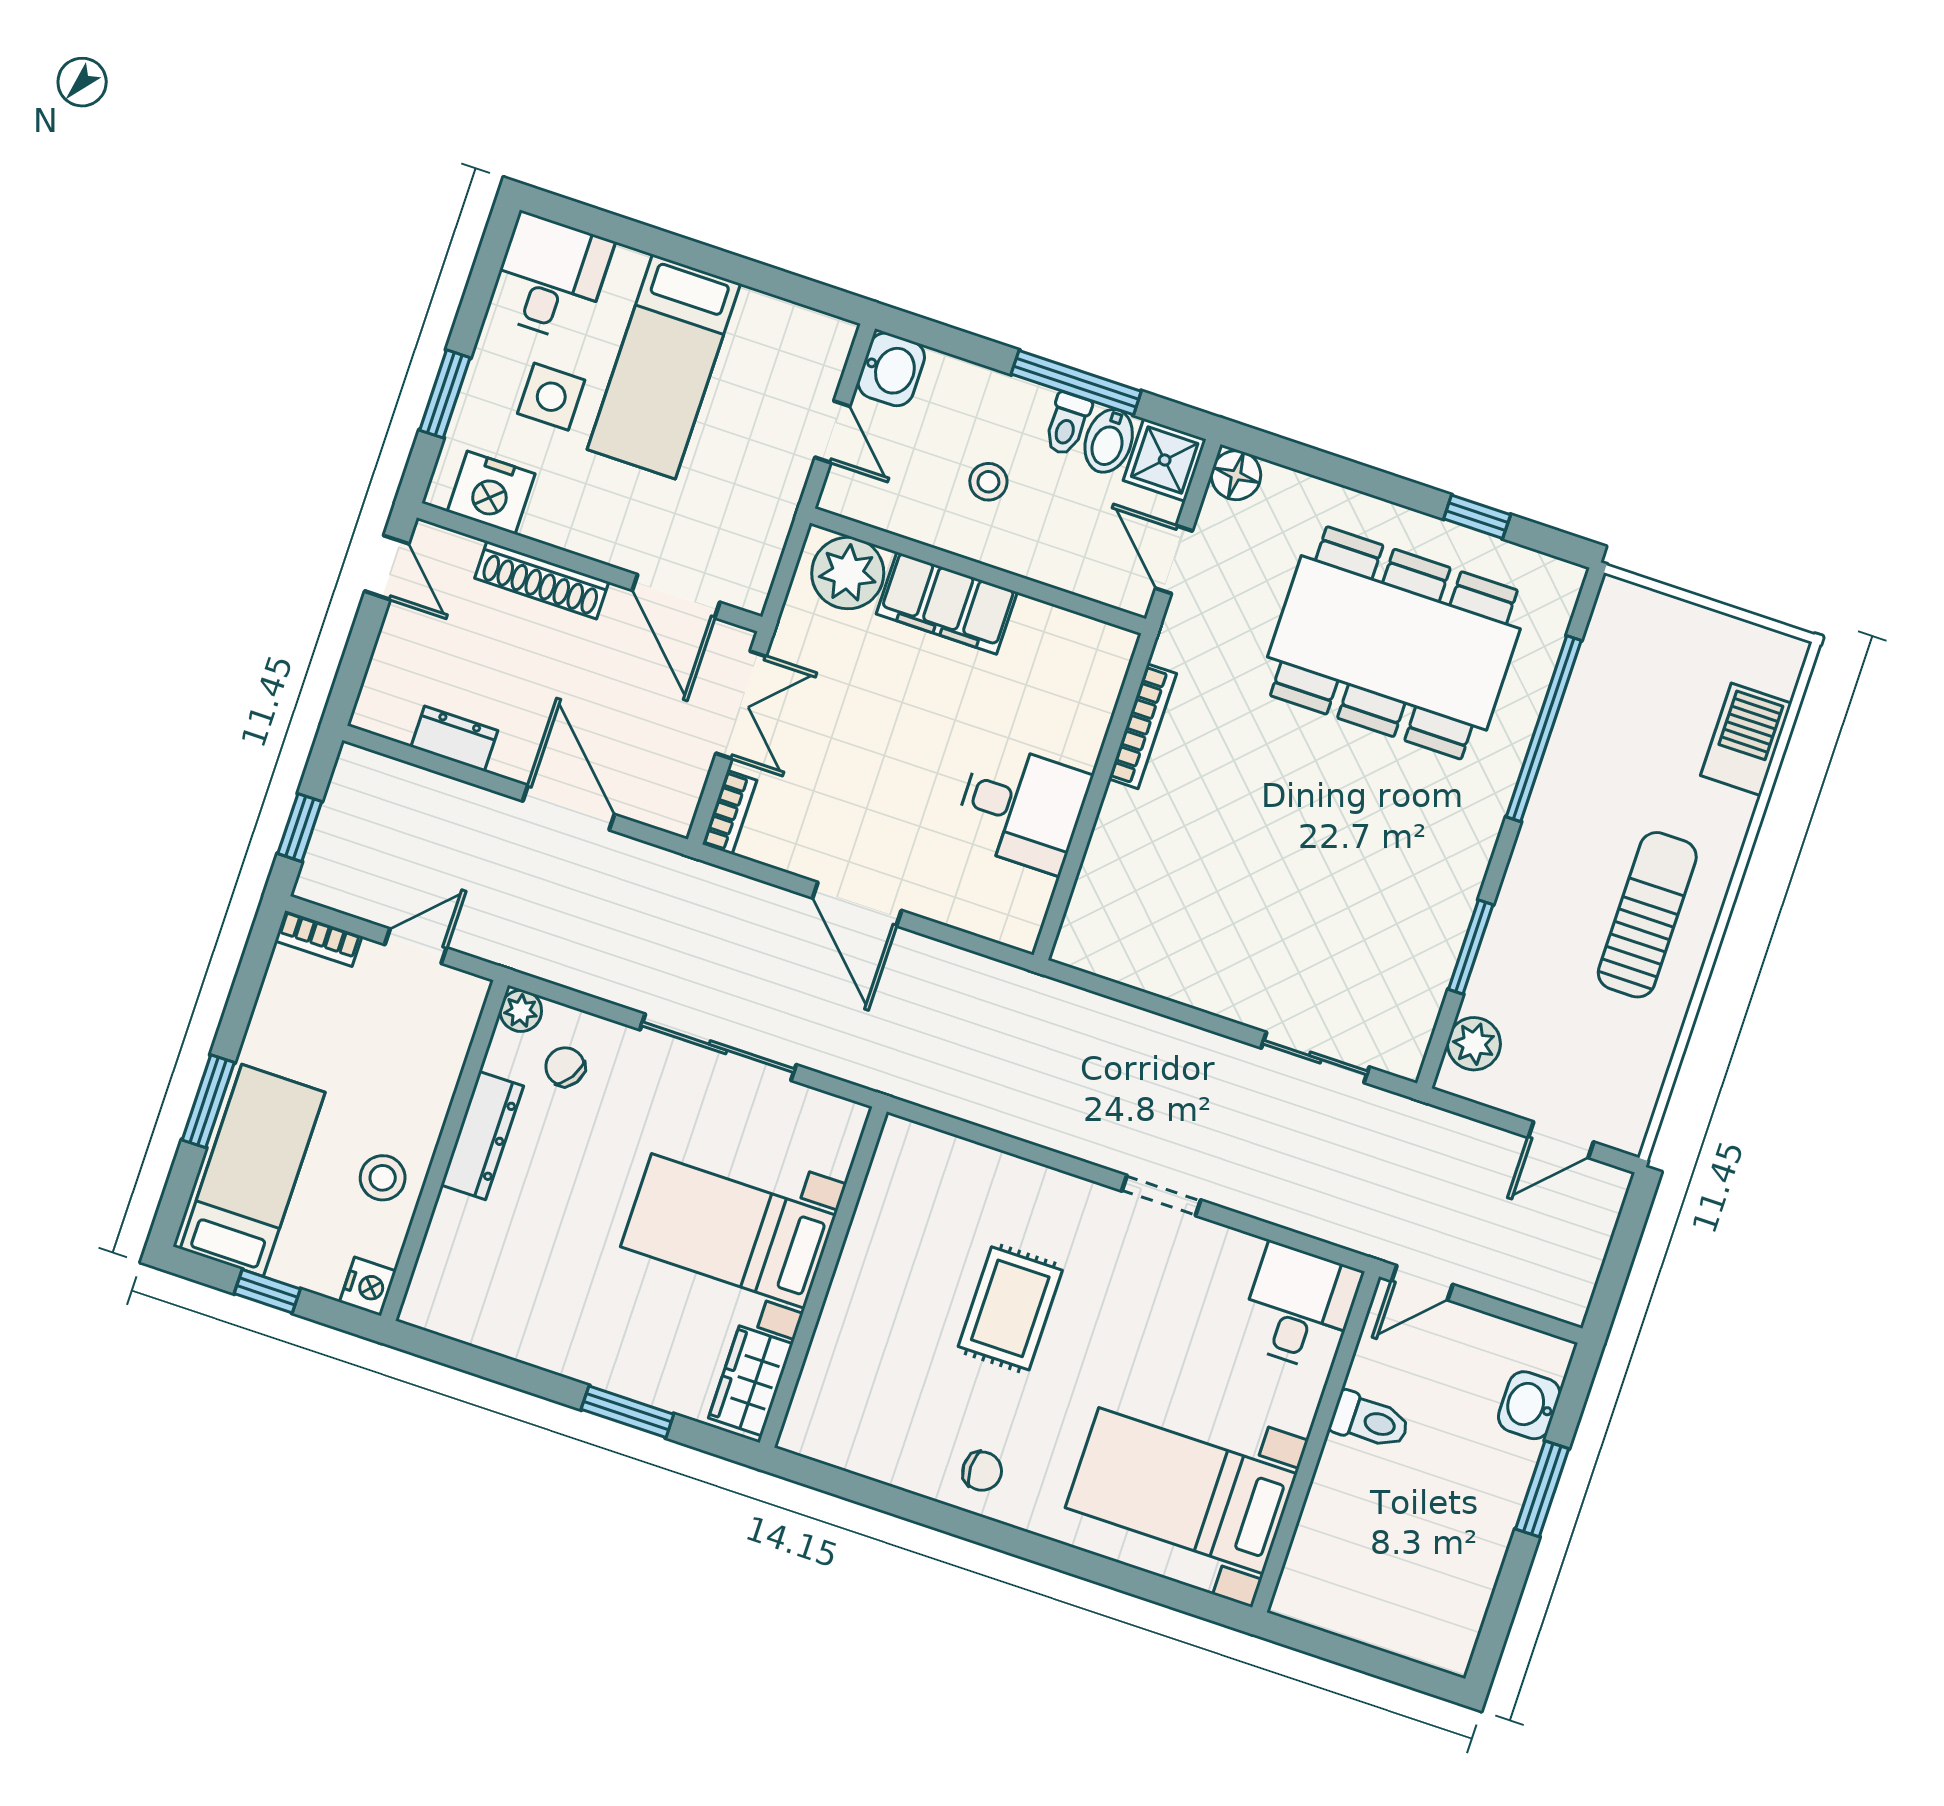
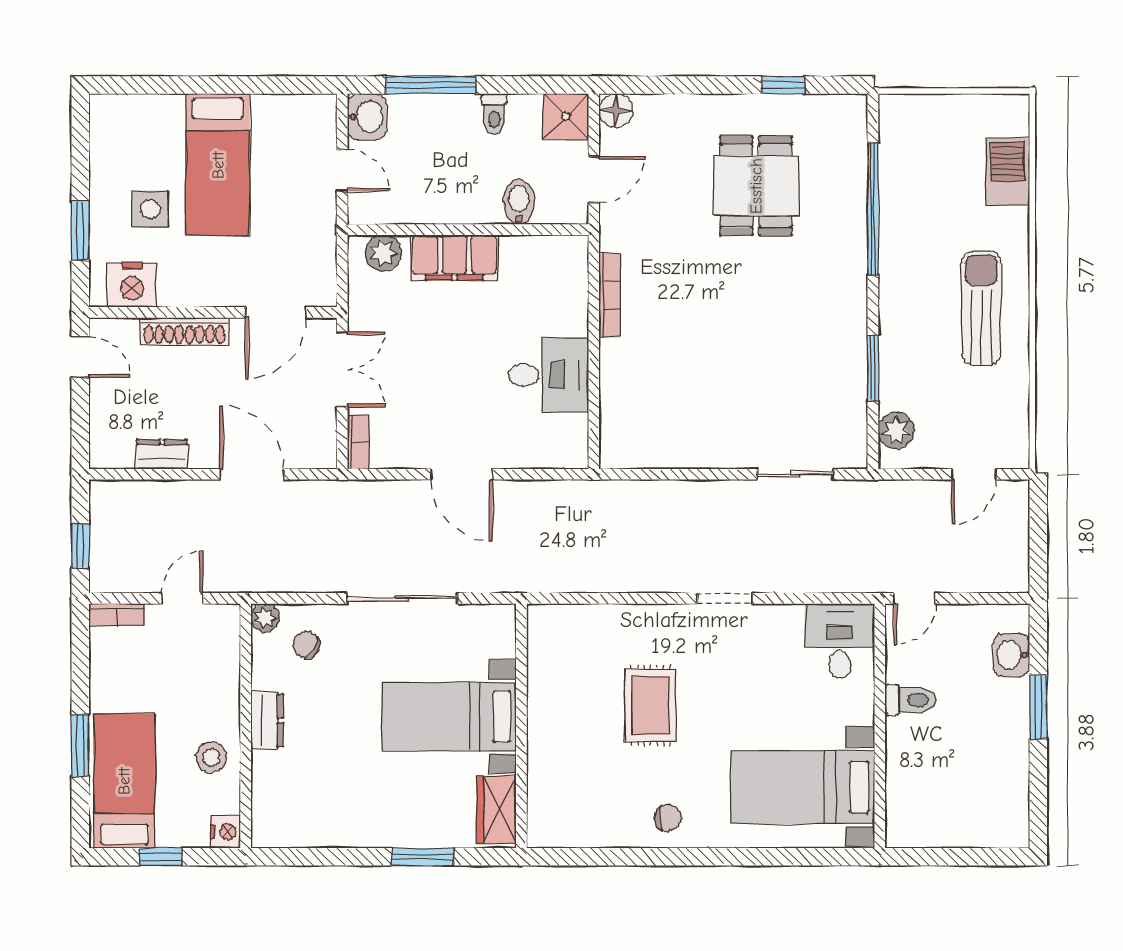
desk: (550, 277) -> (124, 131), removed
window: (1076, 383) -> (431, 85), moved
bidet: (1109, 441) -> (519, 202), moved, turned 180
stool: (988, 482) -> (455, 169), removed
door: (1174, 560) -> (594, 179), swing flipped
plant: (848, 573) -> (383, 253), width x0.73, depth x0.73
door: (676, 596) -> (276, 312), hinge flipped
dining table: (1394, 643) -> (756, 186), width x0.53, depth x0.80
dresser: (482, 1136) -> (267, 720), width x0.70

